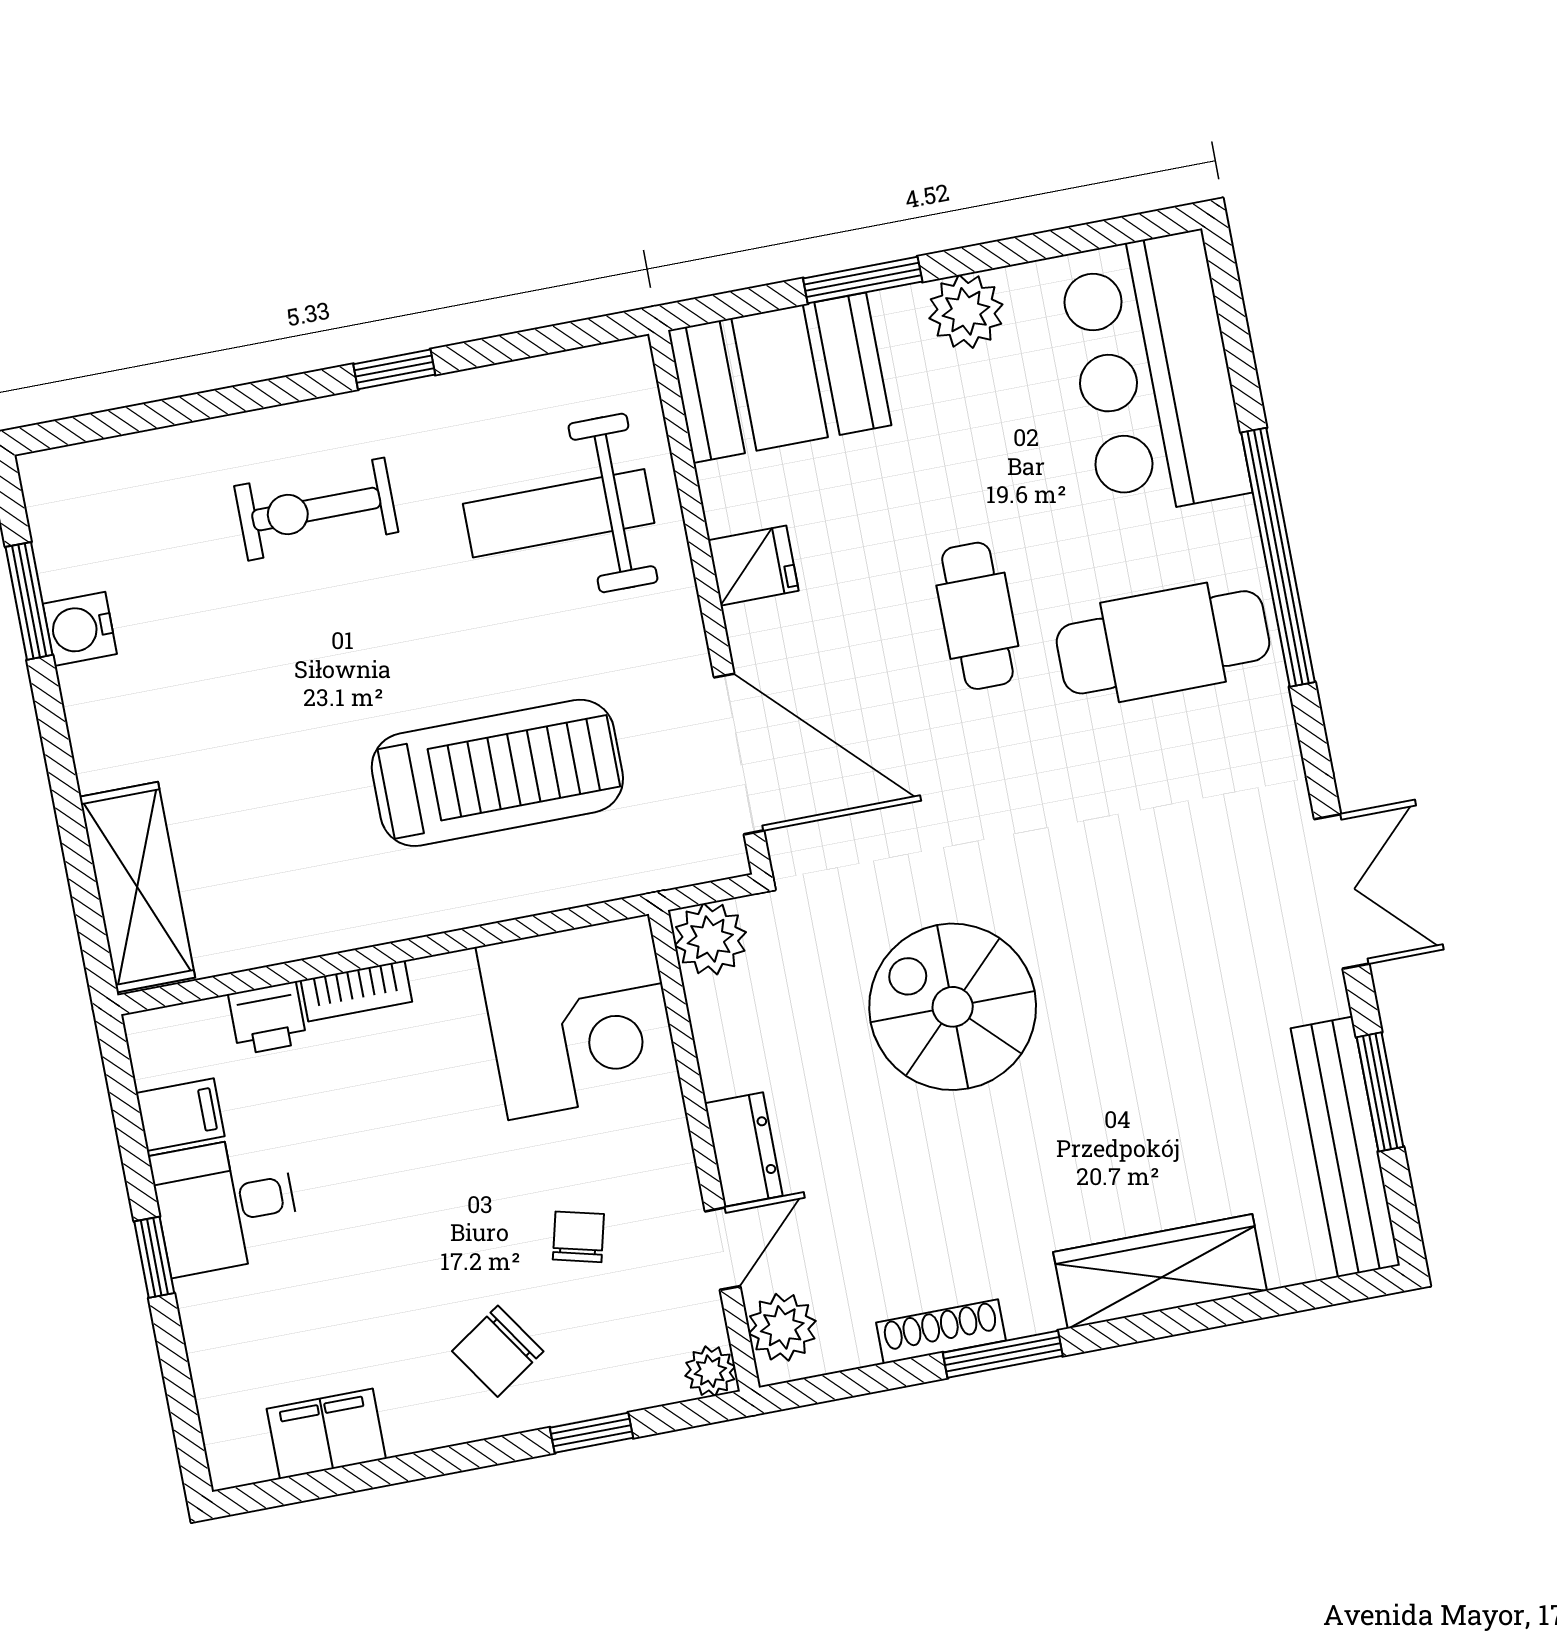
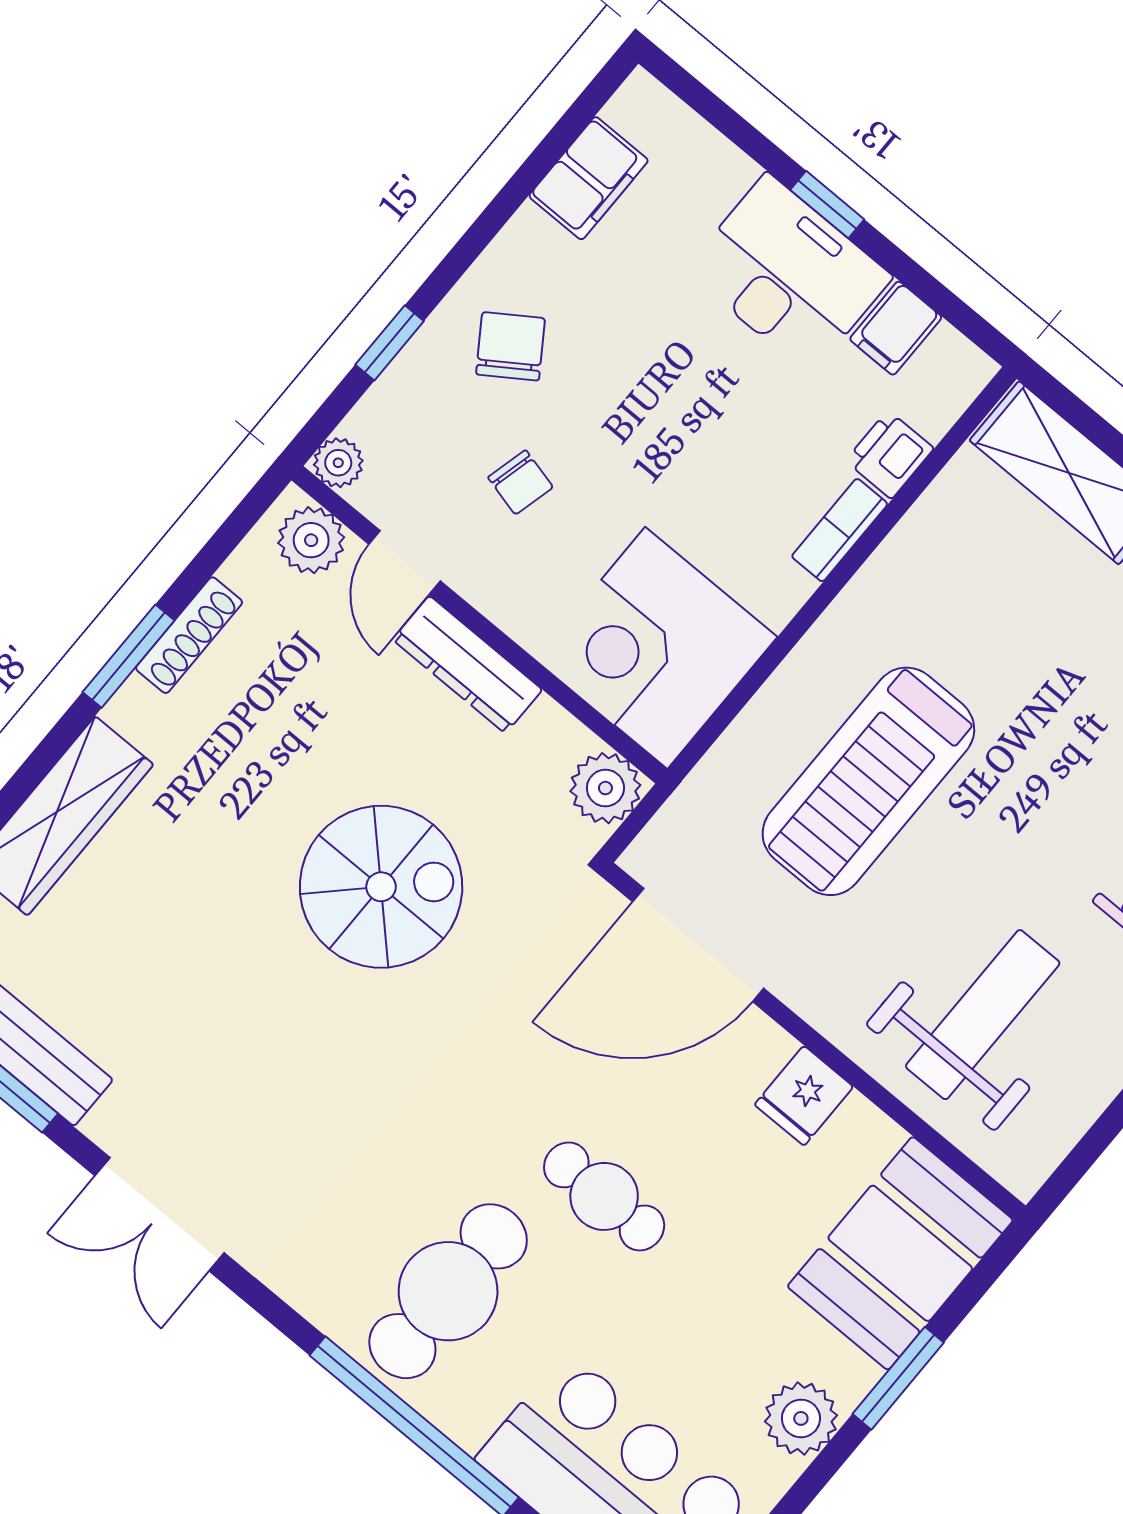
dresser: (744, 1149) -> (467, 665), width x1.44
desk: (226, 1205) -> (788, 274), width x1.37

